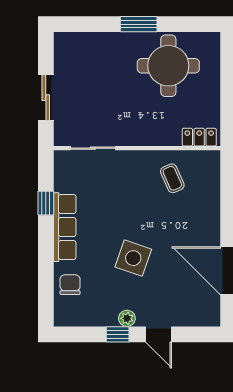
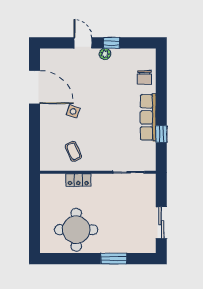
window: (139, 24) -> (114, 259), moved
sliding door: (46, 98) -> (161, 223), moved
locker: (199, 137) -> (78, 180), moved
side table: (133, 258) -> (73, 111), moved, width x0.54, depth x0.54

